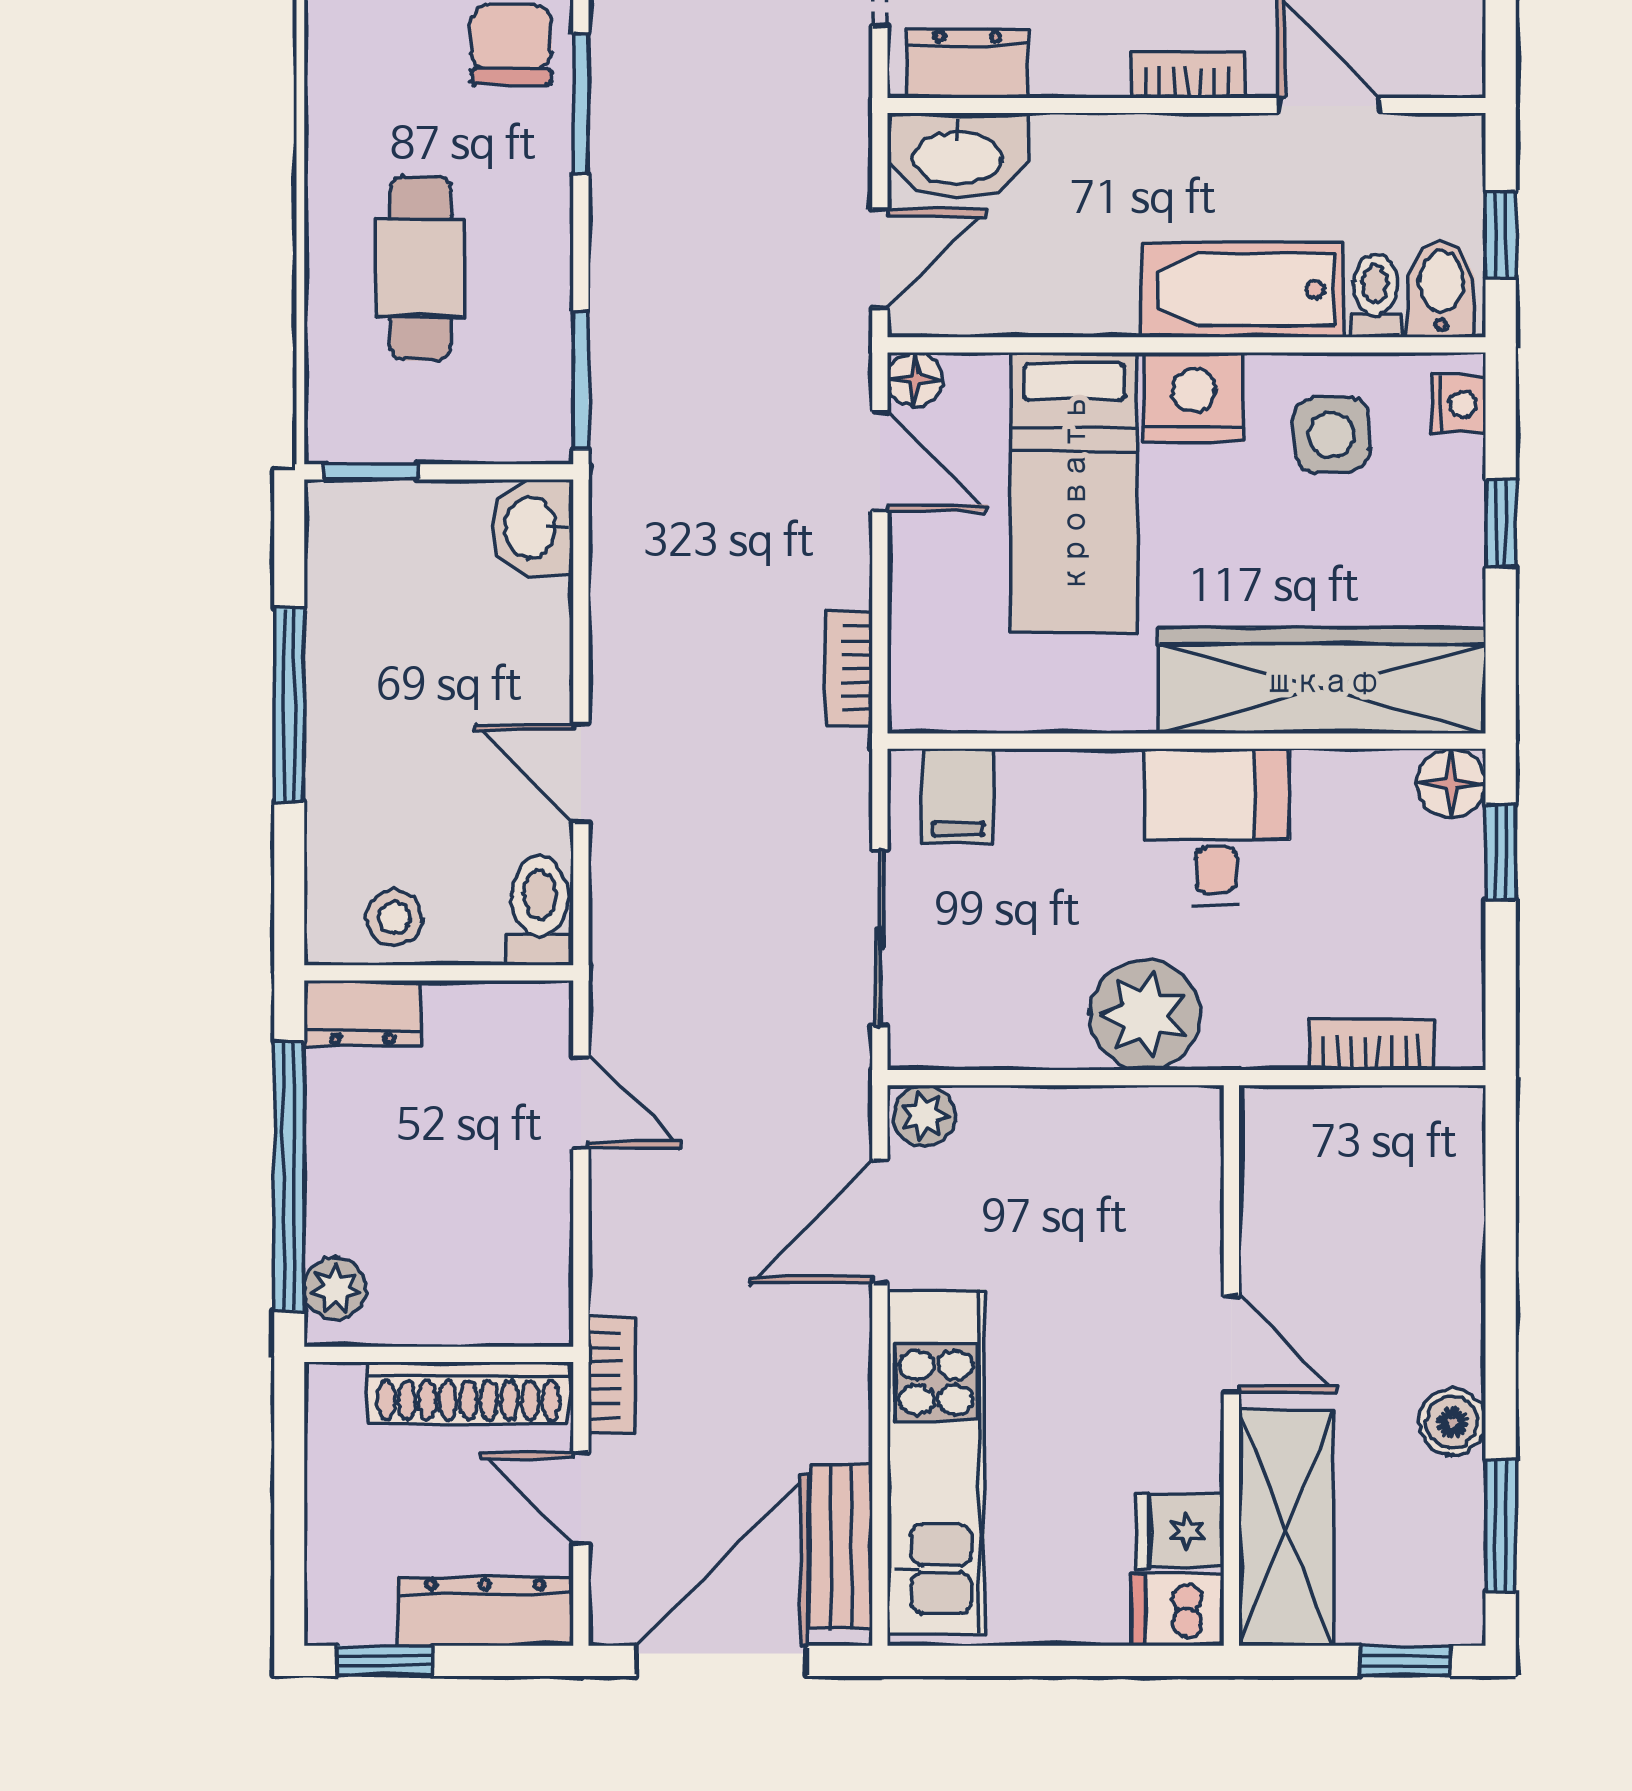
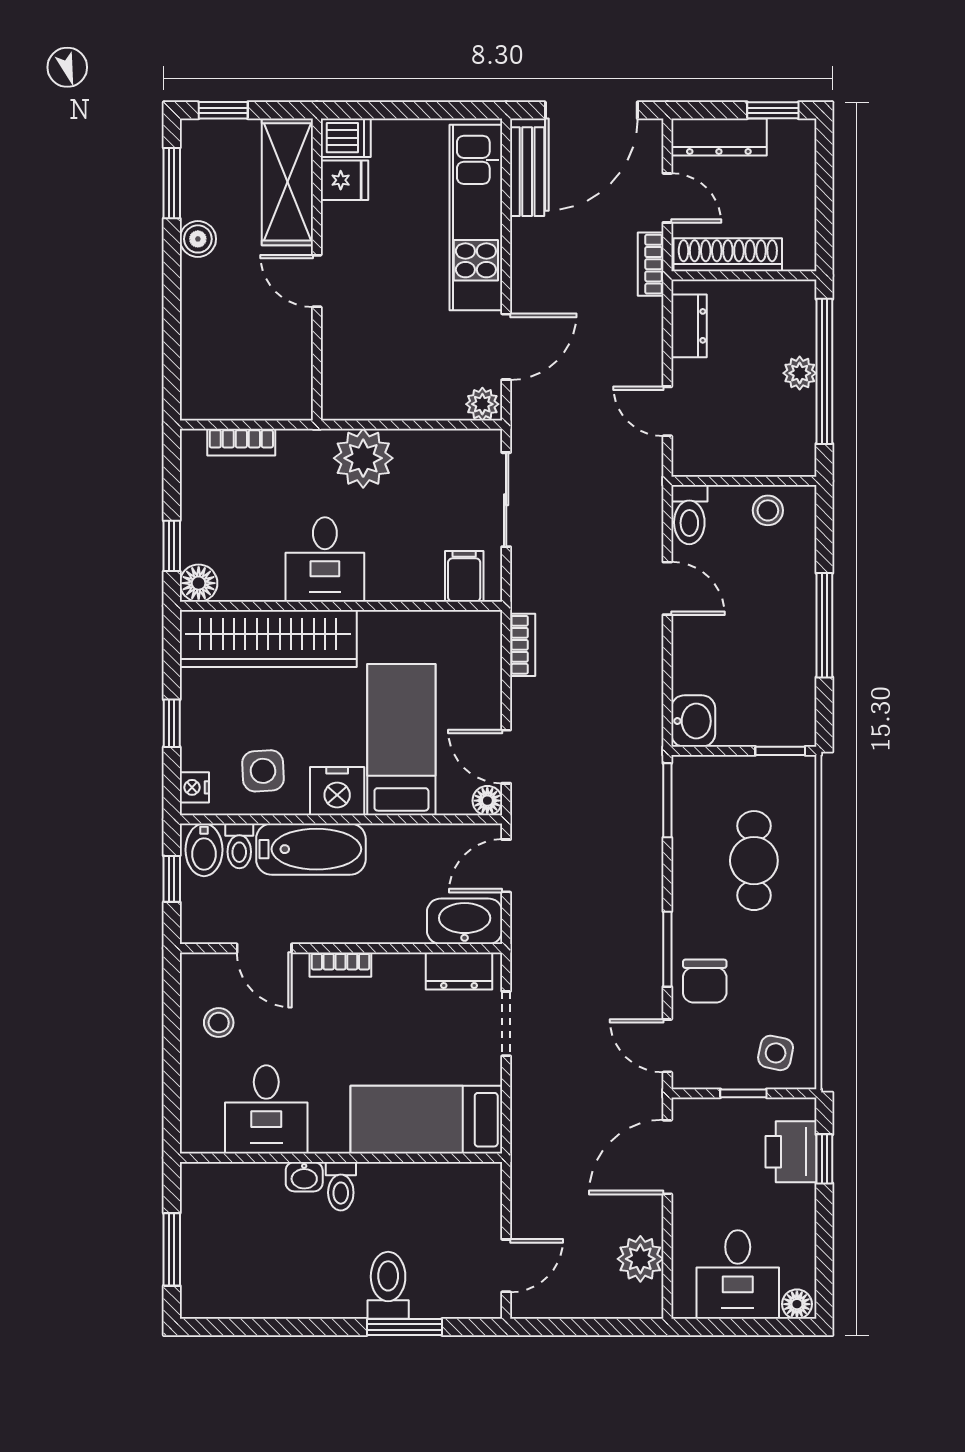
dresser: (363, 1013) -> (689, 326), moved, turned 90
plant: (335, 1289) -> (800, 373), moved

